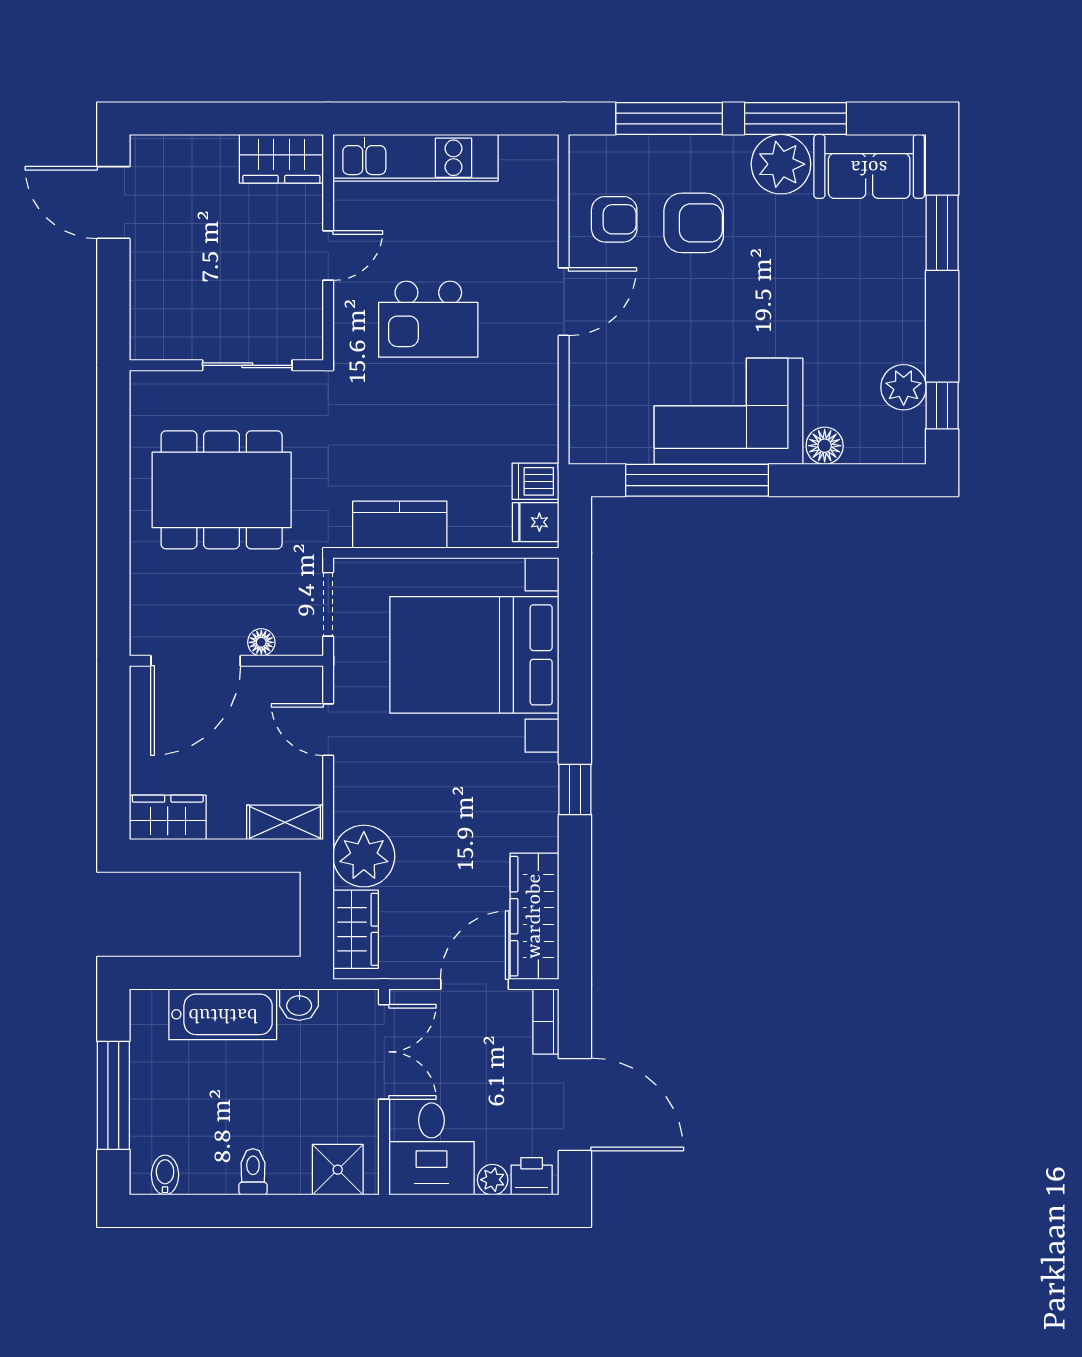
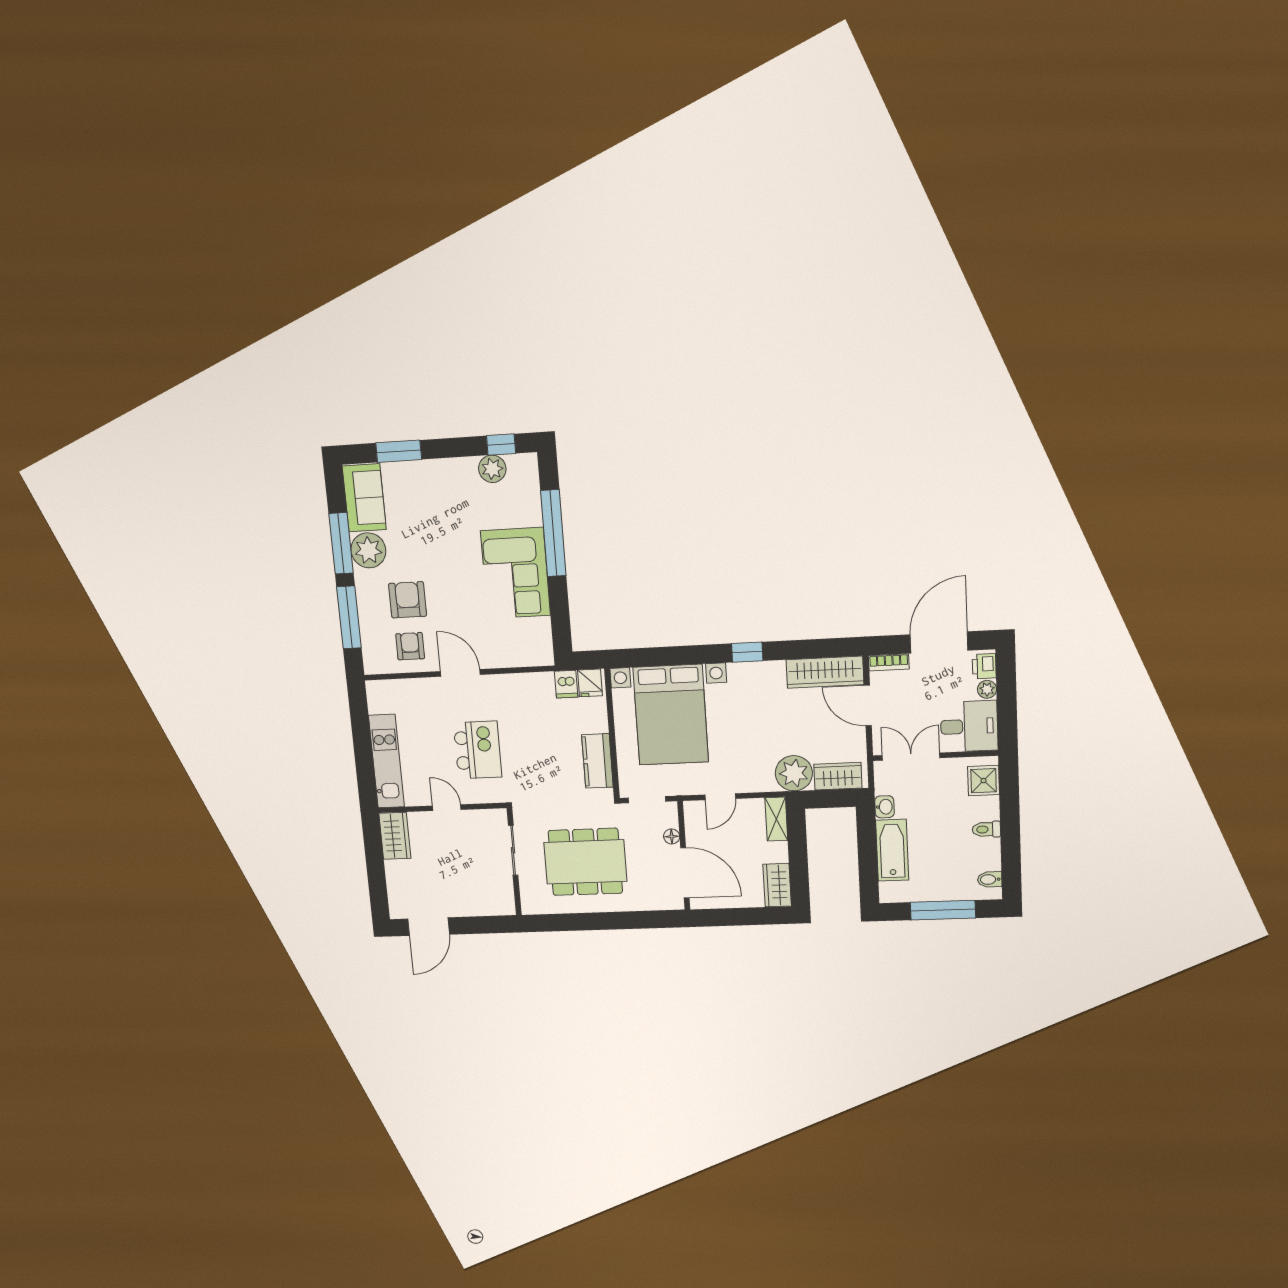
floor lamp: (825, 446) -> (531, 514), removed
window: (697, 480) -> (553, 533), moved
dining table: (222, 490) -> (585, 862), turned 90

